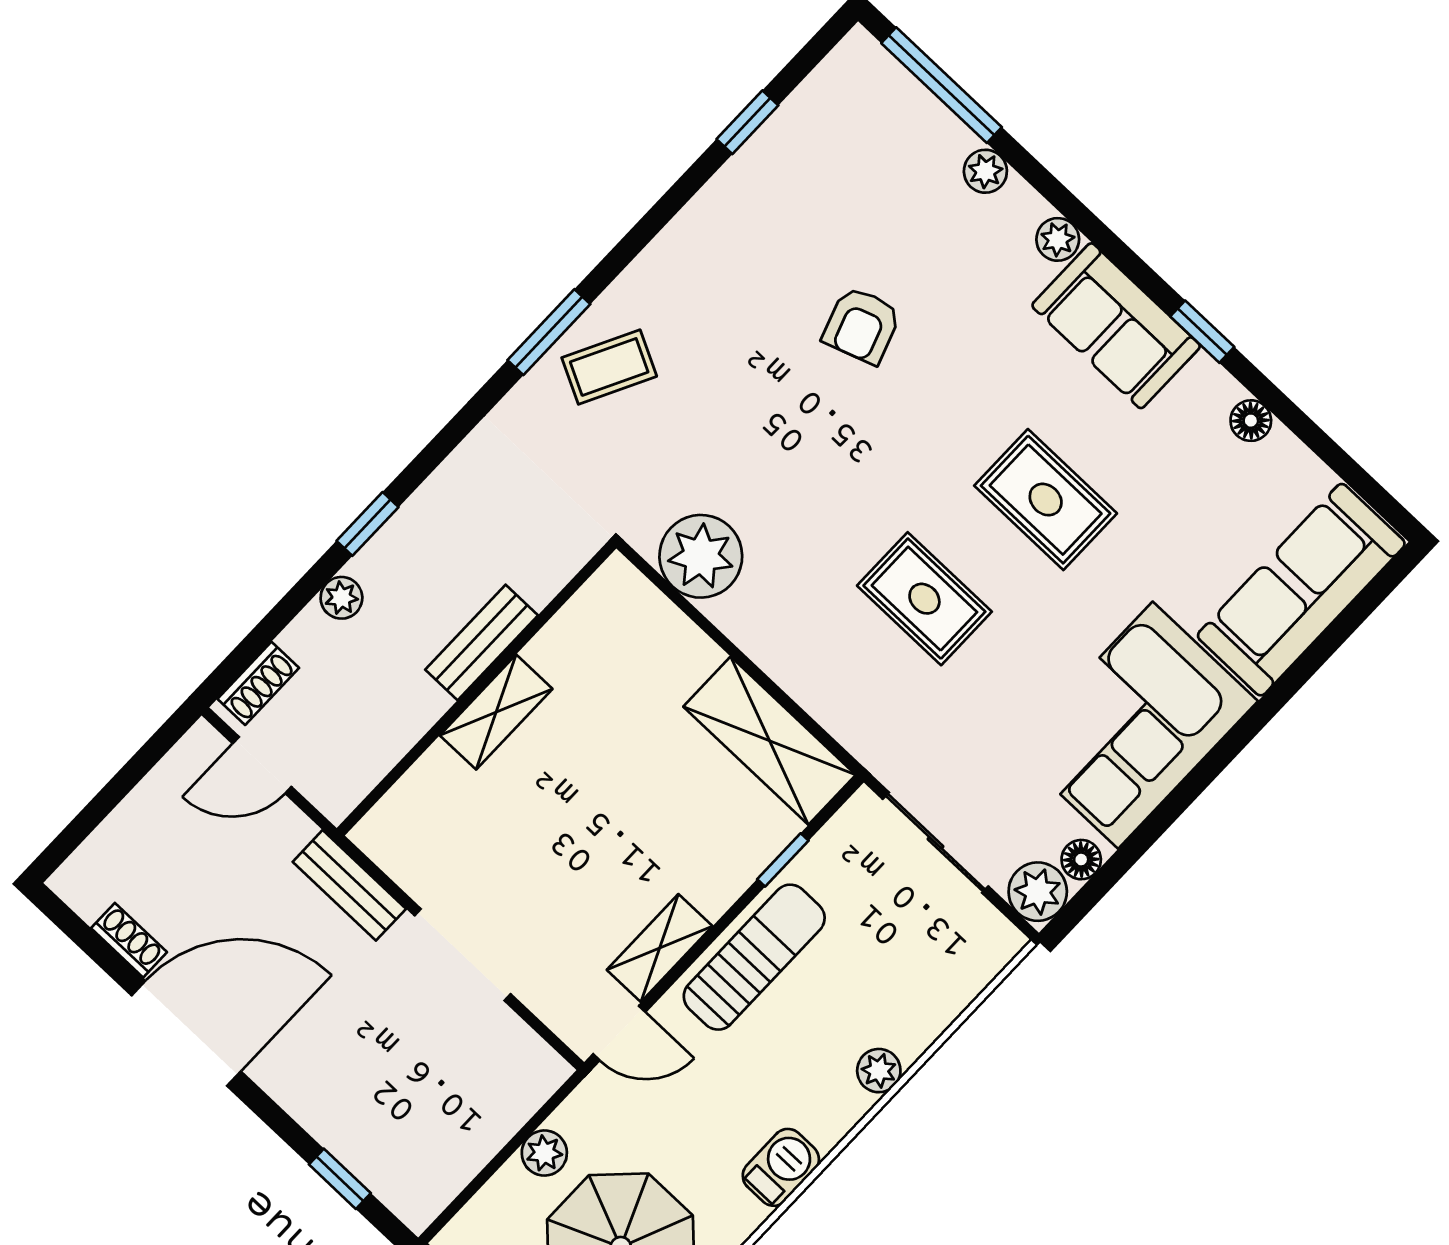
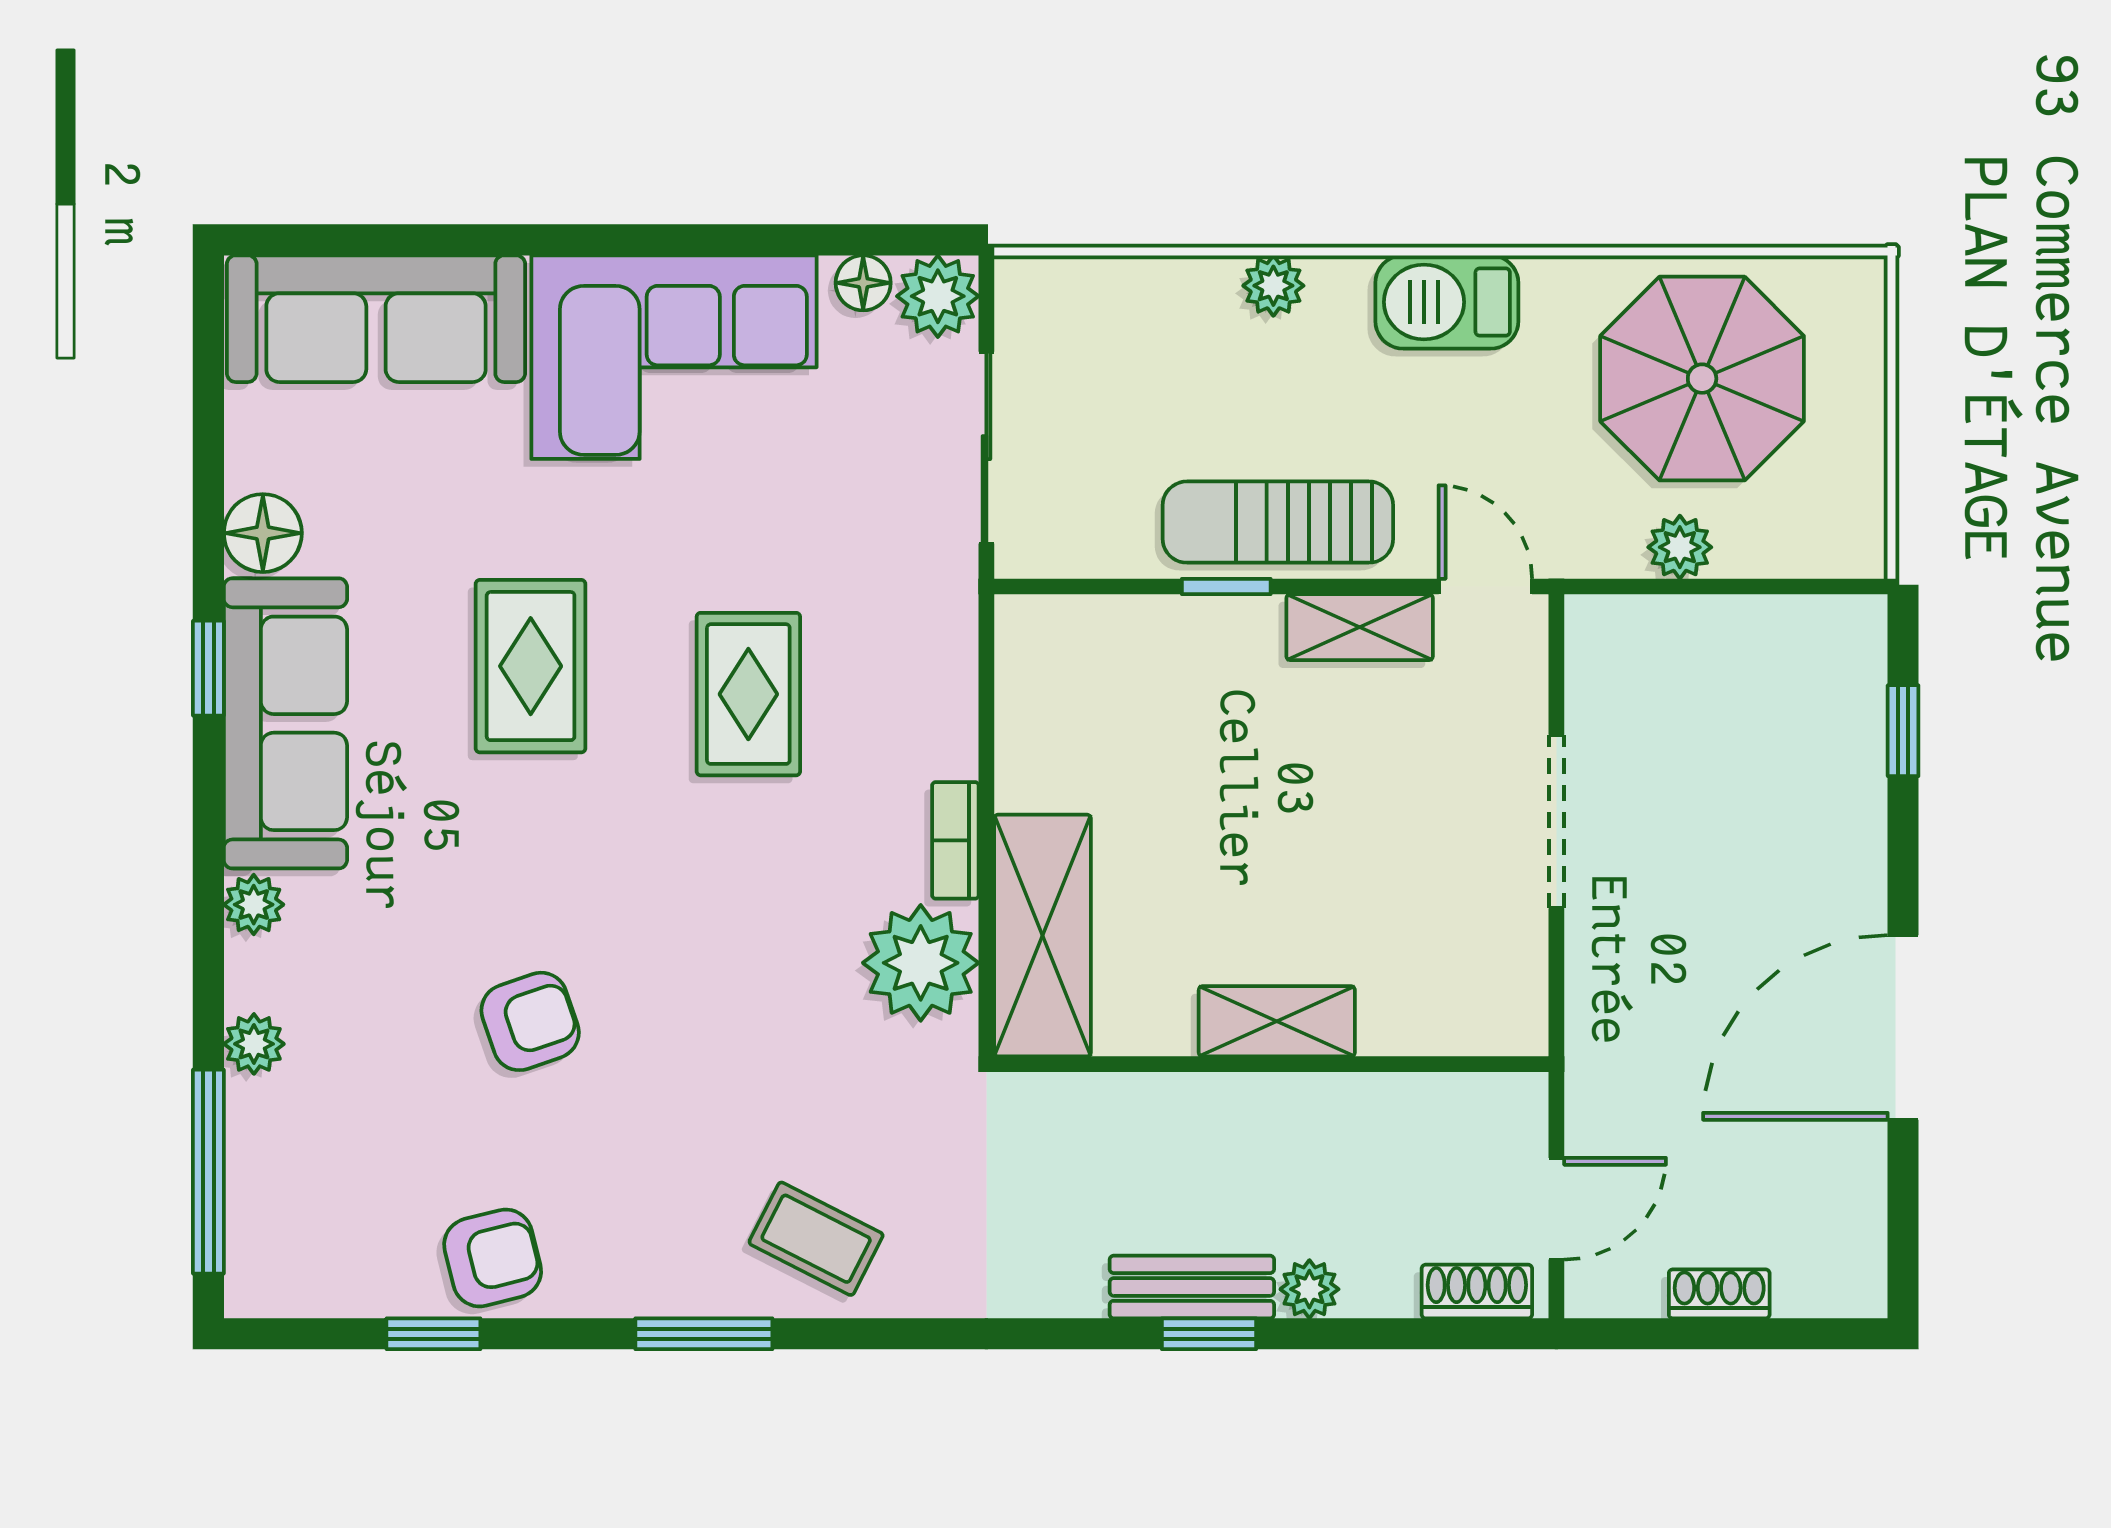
armchair: (758, 190) -> (493, 1258), added
sofa: (1116, 326) -> (285, 723), width x1.36
window: (549, 332) -> (704, 1334), moved
floor lamp: (1251, 421) -> (263, 533), width x1.37, depth x1.37
bookcase: (747, 634) -> (955, 840), added
bench: (482, 642) -> (1192, 1287), moved
shelving: (769, 741) -> (1042, 936), moved
door: (262, 765) -> (1556, 1209), hinge flipped
window: (783, 860) -> (1226, 587), moved
bench: (349, 885) -> (1595, 1004), removed
shoe rack: (129, 940) -> (1719, 1294), moved, turned 90
door: (186, 1033) -> (1903, 1028), hinge flipped
barbecue: (781, 1167) -> (1447, 302), width x1.38, depth x1.27

